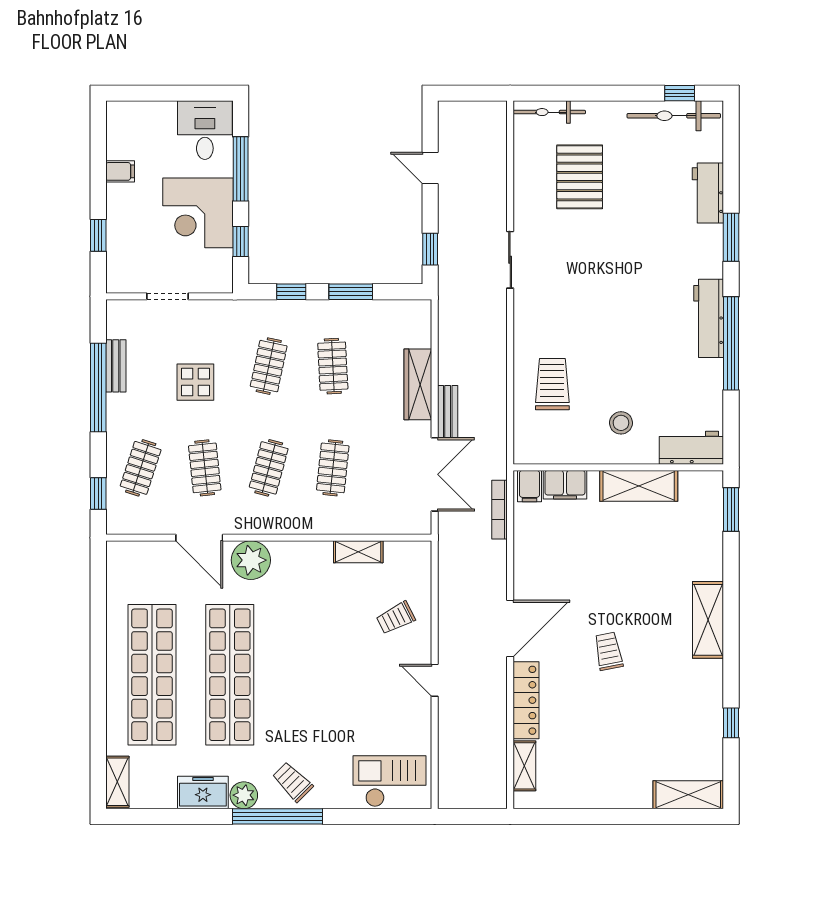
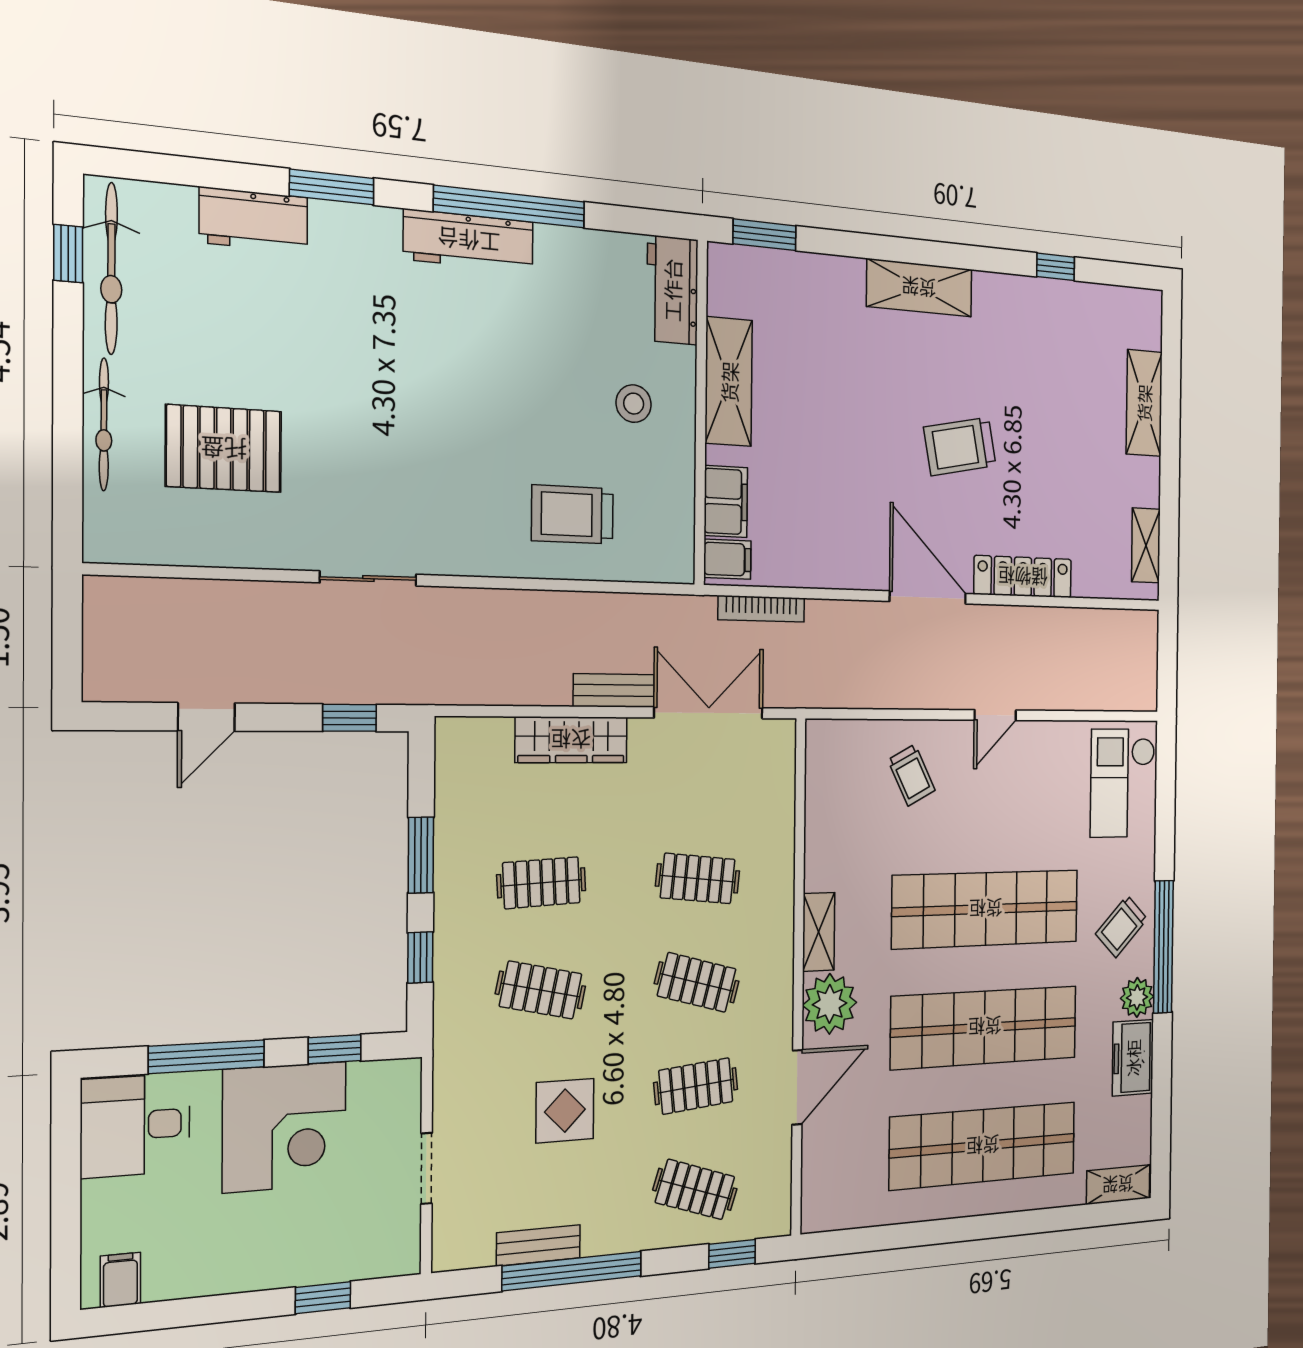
bicycle: (549, 112) -> (104, 424), moved
filing cabinet: (120, 171) -> (120, 1280), moved
shelving: (358, 552) -> (819, 932), moved
trolley: (609, 651) -> (960, 446), width x1.36, depth x1.39
shop shelf: (308, 675) -> (986, 909), added
shelving: (524, 766) -> (1146, 545), moved, turned 90
shelving: (688, 795) -> (1144, 403), moved

